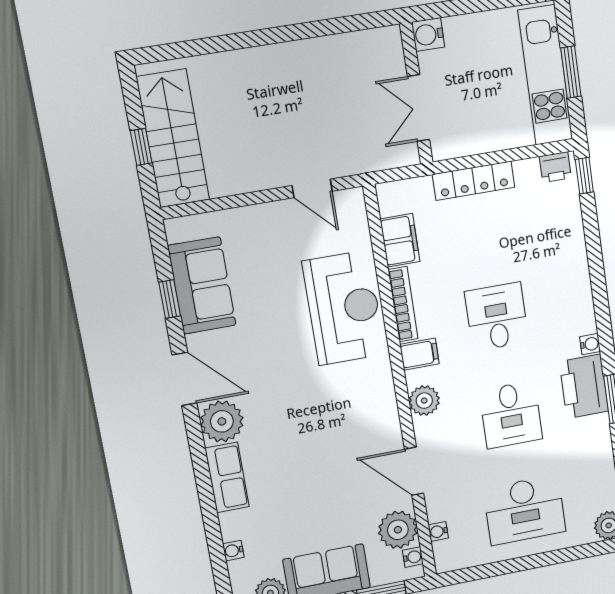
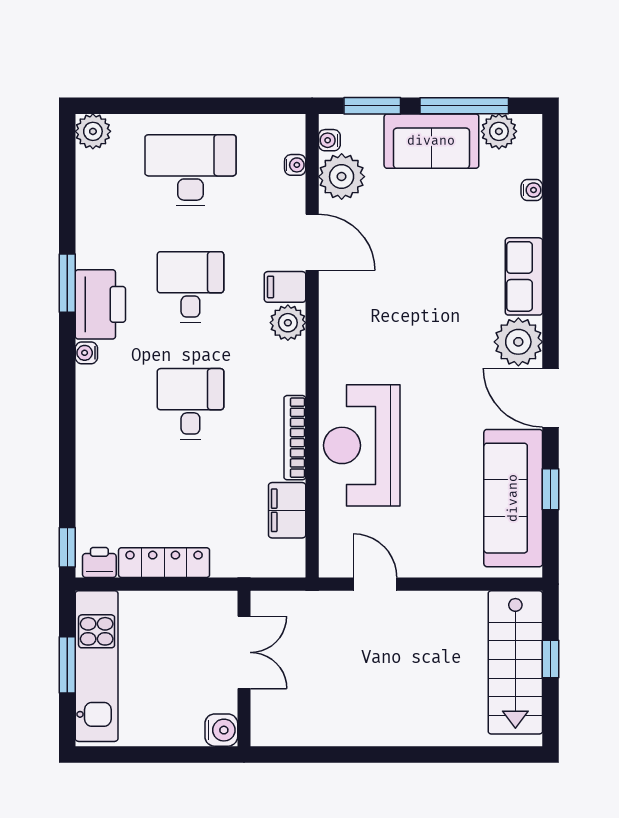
locker: (474, 181) -> (164, 563), moved
sofa: (202, 286) -> (513, 498), width x1.36
desk: (497, 317) -> (190, 404), turned 180
filing cabinet: (419, 354) -> (285, 287), moved

